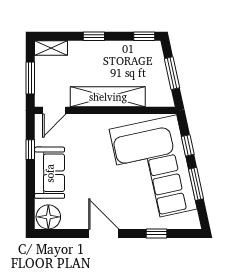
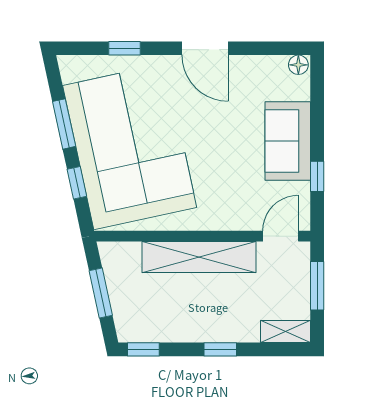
floor lamp: (48, 217) -> (298, 65), width x0.53, depth x0.53

